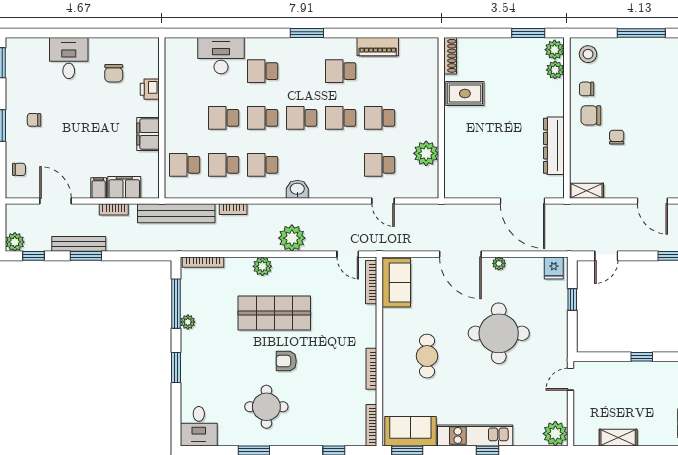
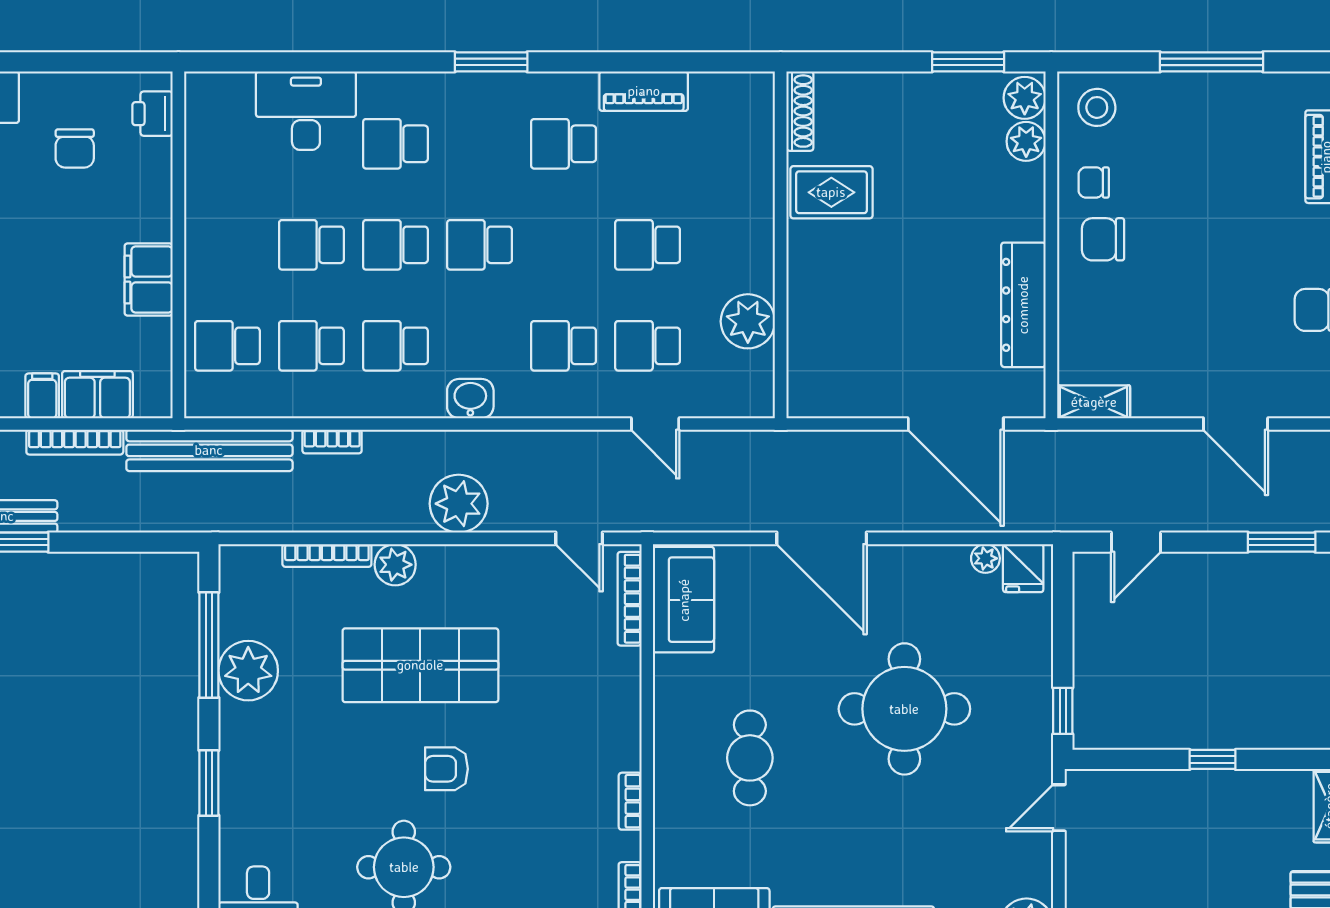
printer: (150, 89) -> (153, 114), moved
school desk: (341, 118) -> (564, 346), moved
chair: (617, 137) -> (1159, 286), removed
bookcase: (114, 209) -> (75, 442), width x1.56
bookcase: (203, 262) -> (327, 555), moved
plant: (499, 263) -> (985, 558), moved
window: (572, 299) -> (1063, 711), moved
plant: (188, 322) -> (248, 671), width x1.87, depth x1.87
bookcase: (371, 369) -> (630, 801), width x0.64

